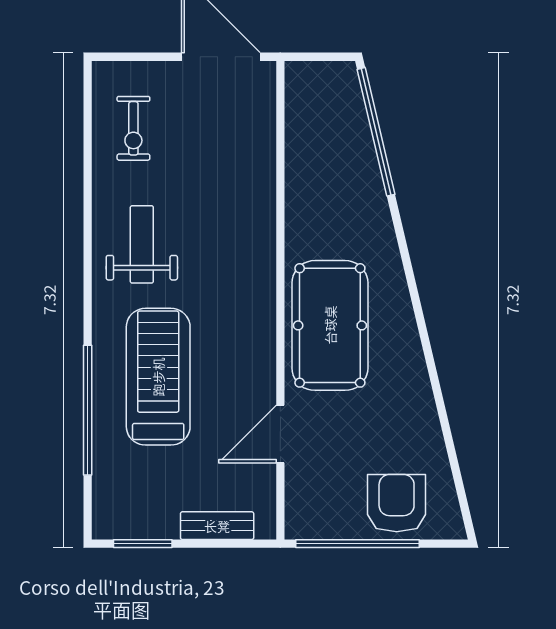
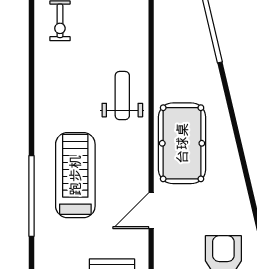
weight bench: (142, 244) -> (122, 96), moved

